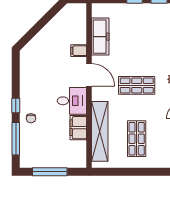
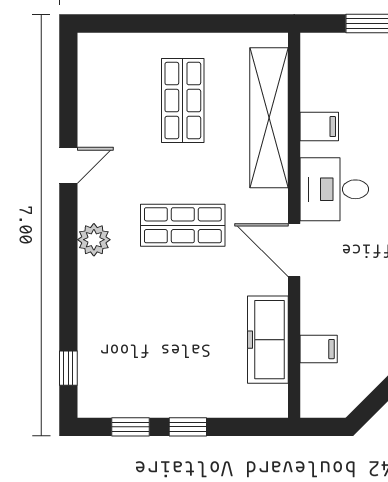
filing cabinet: (79, 51) -> (319, 349), moved
filing cabinet: (78, 128) -> (319, 127), width x0.50

